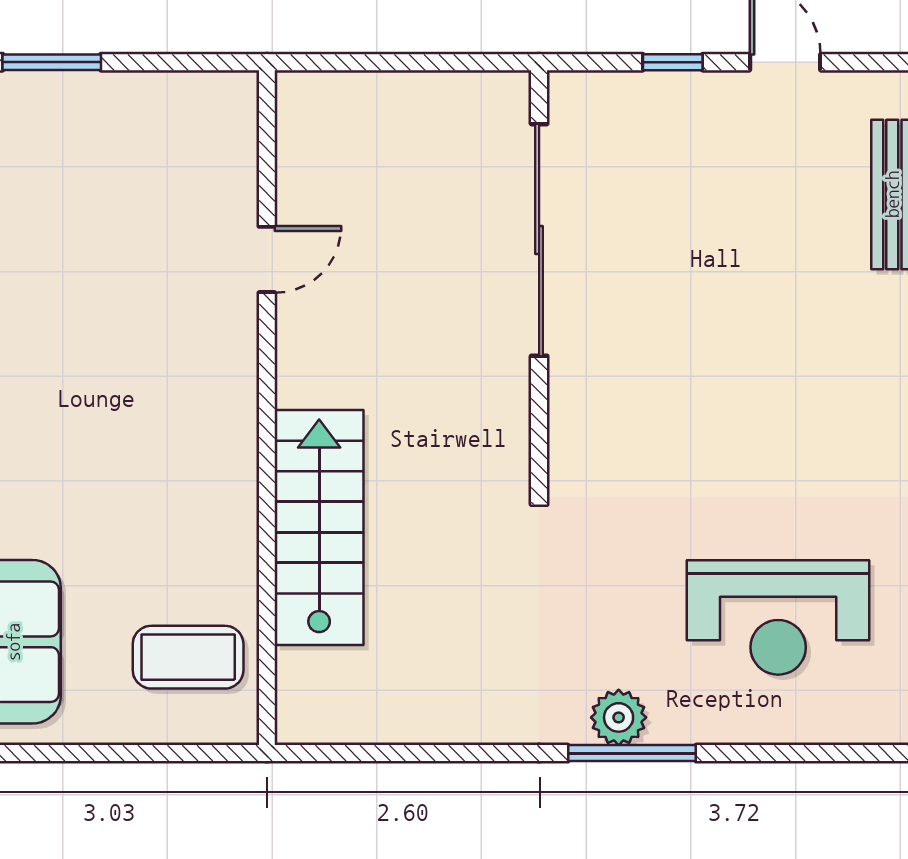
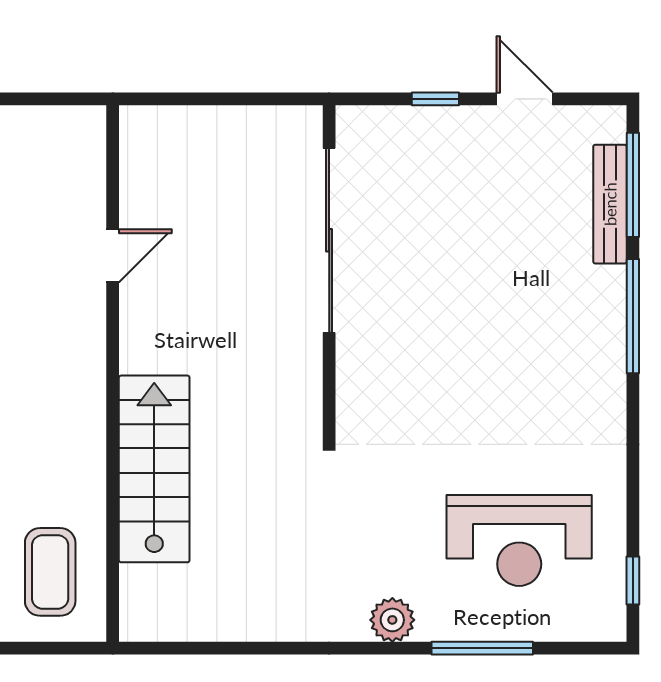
coffee table: (188, 657) -> (50, 572), turned 90
window: (632, 753) -> (482, 648), moved

